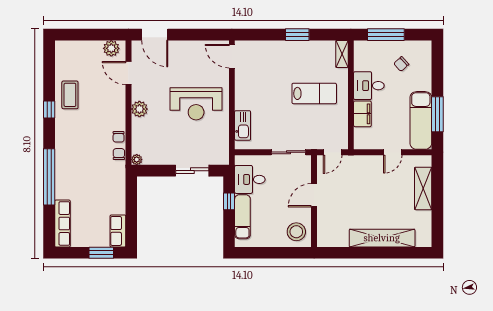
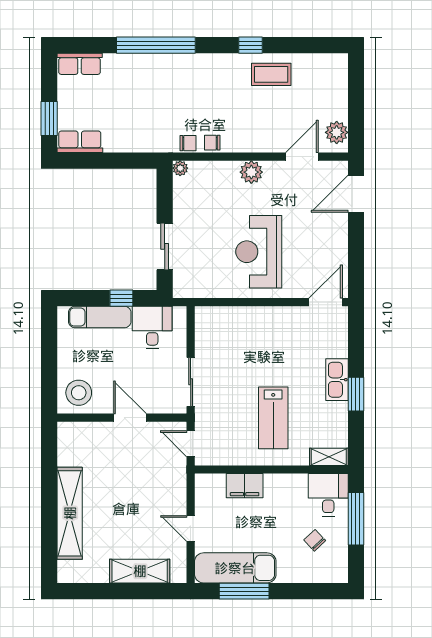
desk: (369, 86) -> (328, 495), moved
kitchen sink: (243, 125) -> (337, 380), moved, turned 90
row of seats: (62, 223) -> (80, 64), width x0.68

